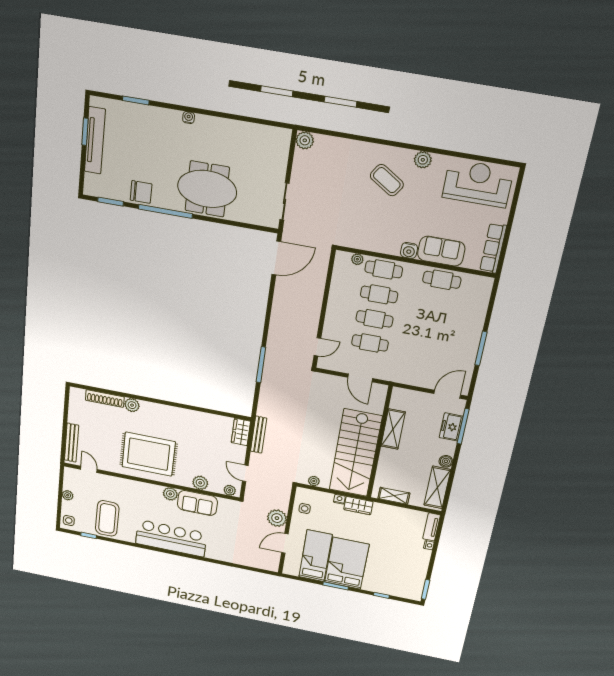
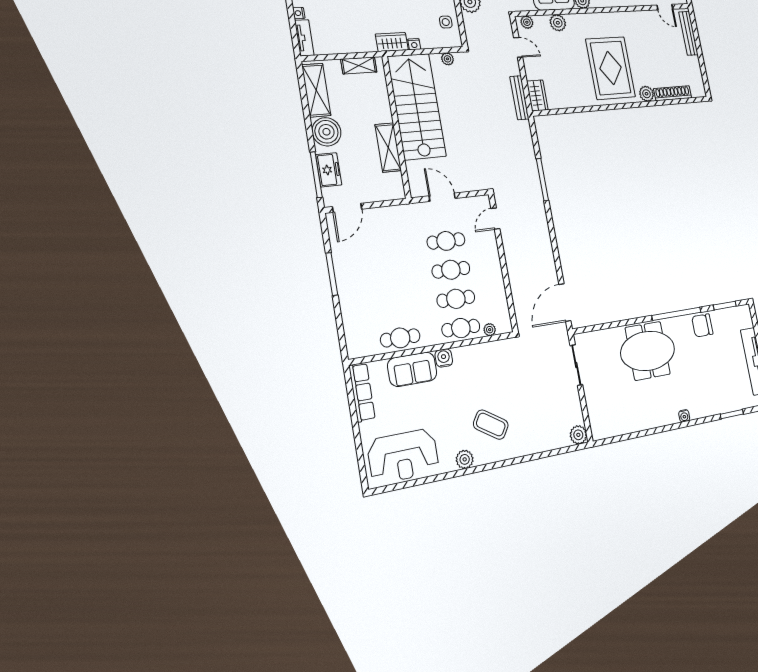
rug: (149, 454) -> (611, 68), moved, turned 90
boiler: (446, 461) -> (326, 132), width x1.86, depth x1.86

